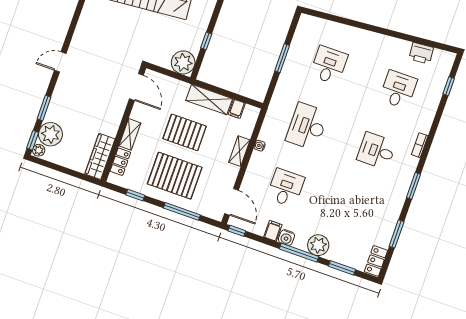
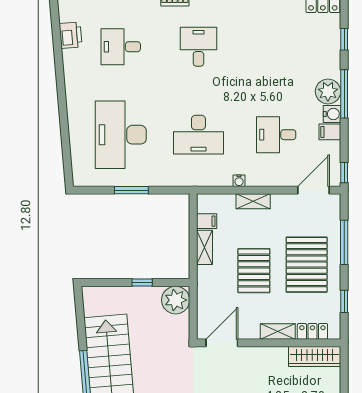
desk: (329, 65) -> (121, 135), width x1.87, depth x1.30
shelving: (209, 100) -> (204, 247), width x0.67, depth x0.75
desk: (377, 151) -> (198, 47), turned 180
plant: (318, 245) -> (328, 91), moved
window: (342, 268) -> (344, 39), width x0.67

